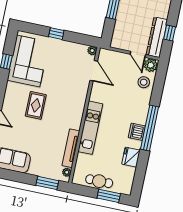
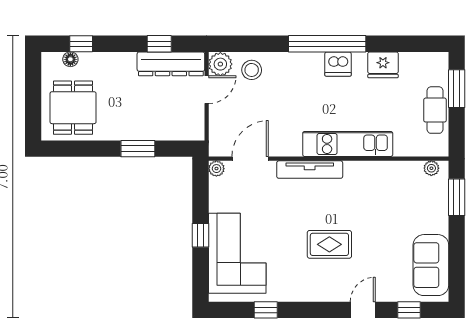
corner sofa: (28, 61) -> (237, 253), moved, turned 90
tv unit: (71, 148) -> (310, 170), moved

